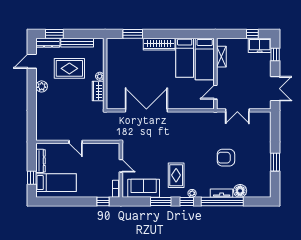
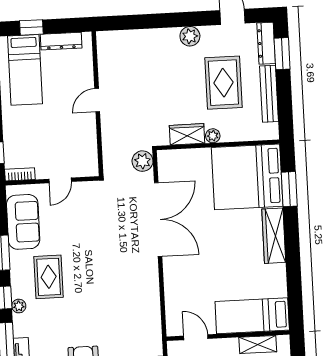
bed: (185, 58) -> (247, 177), moved, width x2.04
plant: (112, 118) -> (143, 161), added
rug: (176, 175) -> (49, 277), turned 90

